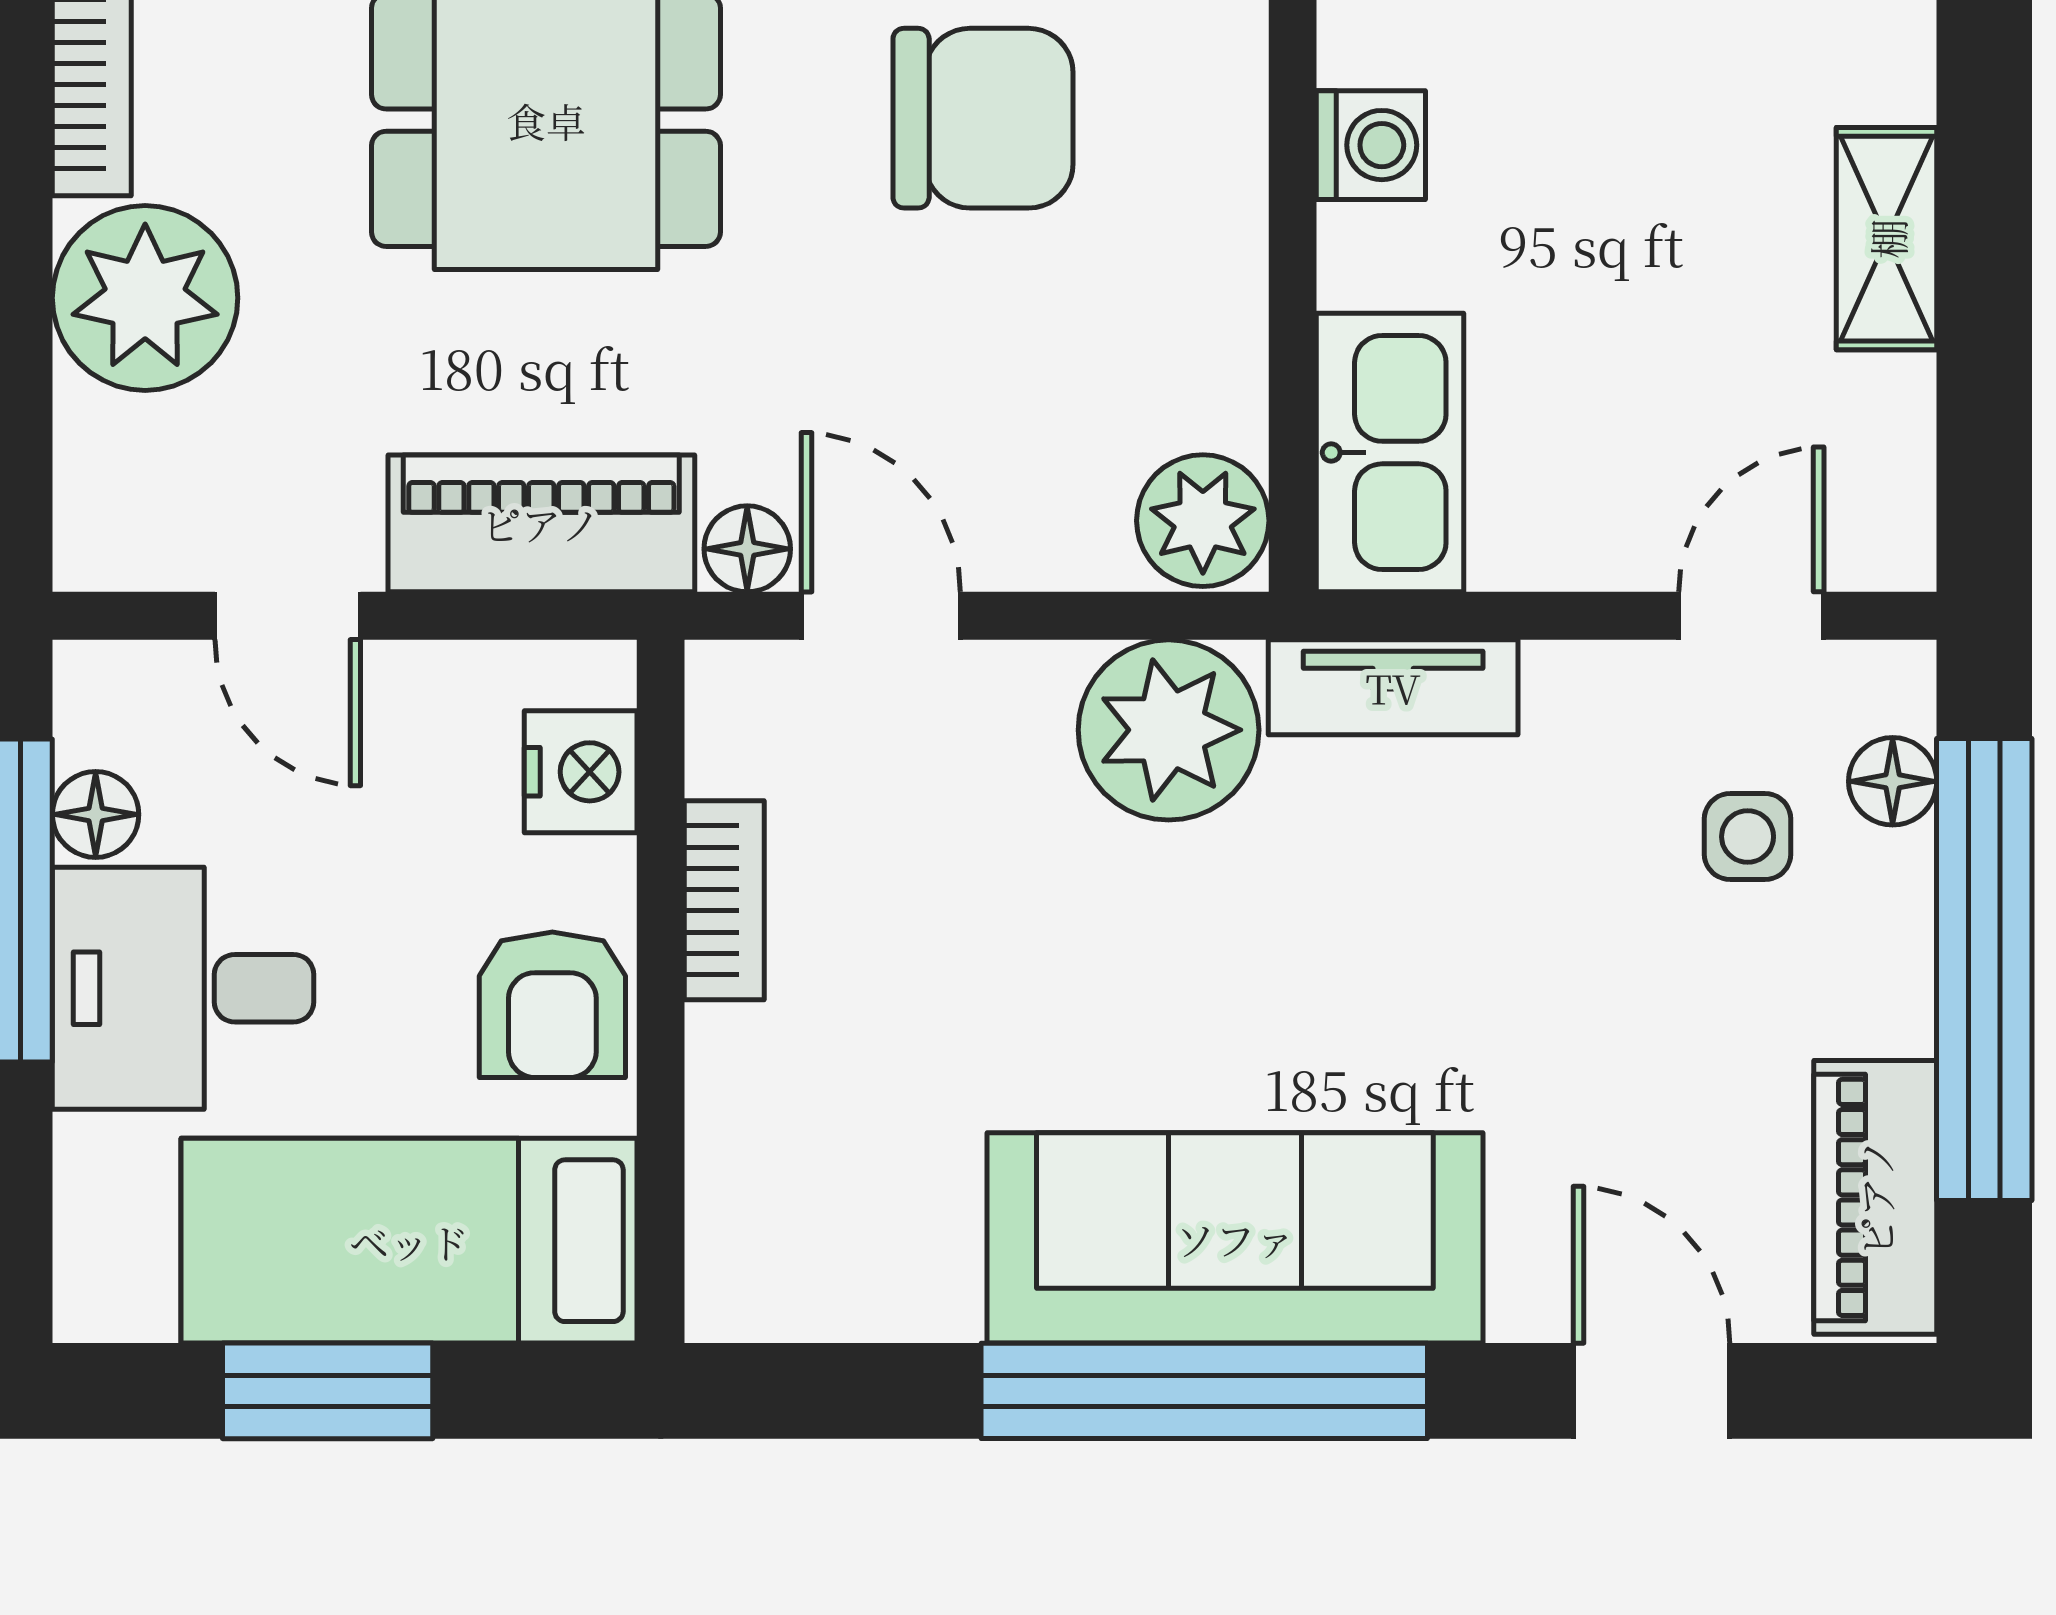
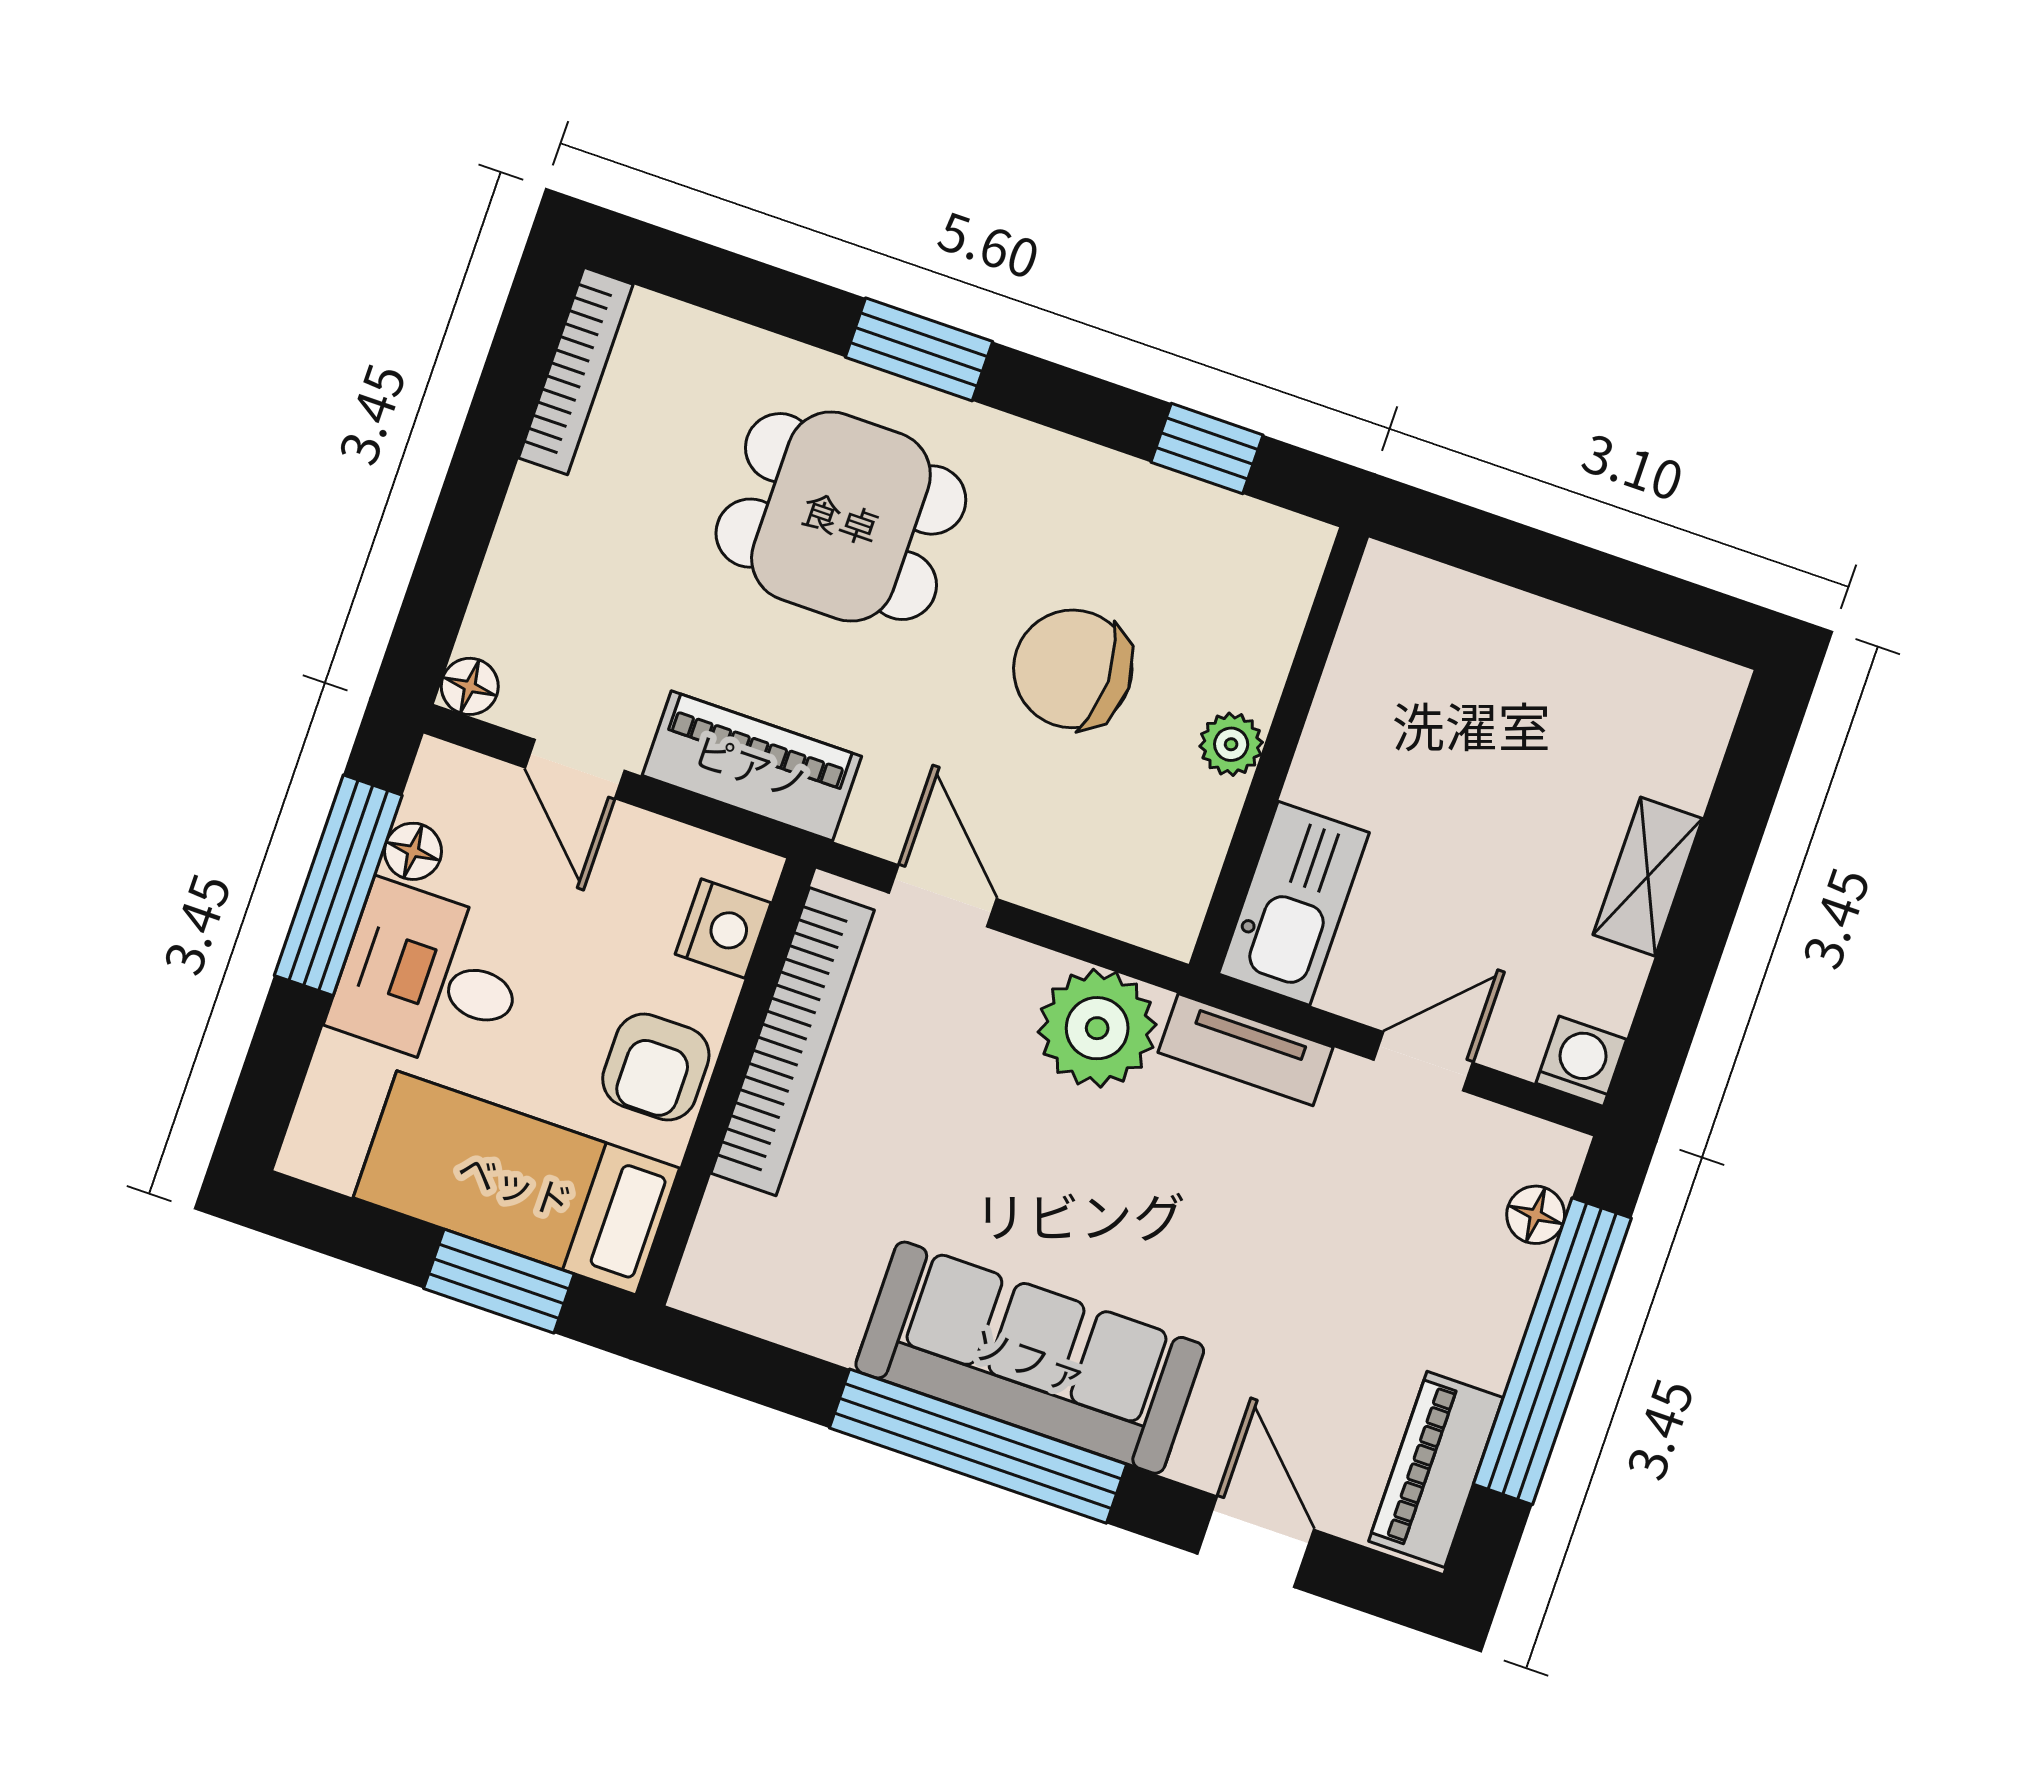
chair: (983, 118) -> (1073, 669), moved, turned 180
washing machine: (1371, 145) -> (1581, 1061), moved, turned -90
plant: (145, 298) -> (554, 541), removed
plant: (1203, 521) -> (1231, 744), moved, width x0.73, depth x0.73
floor lamp: (747, 549) -> (470, 686), moved
door: (1751, 616) -> (1423, 1061), moved
side table: (1748, 837) -> (1434, 1218), removed
bookcase: (724, 900) -> (793, 1042), width x2.31, depth x1.31
window: (328, 1391) -> (499, 1281), moved

